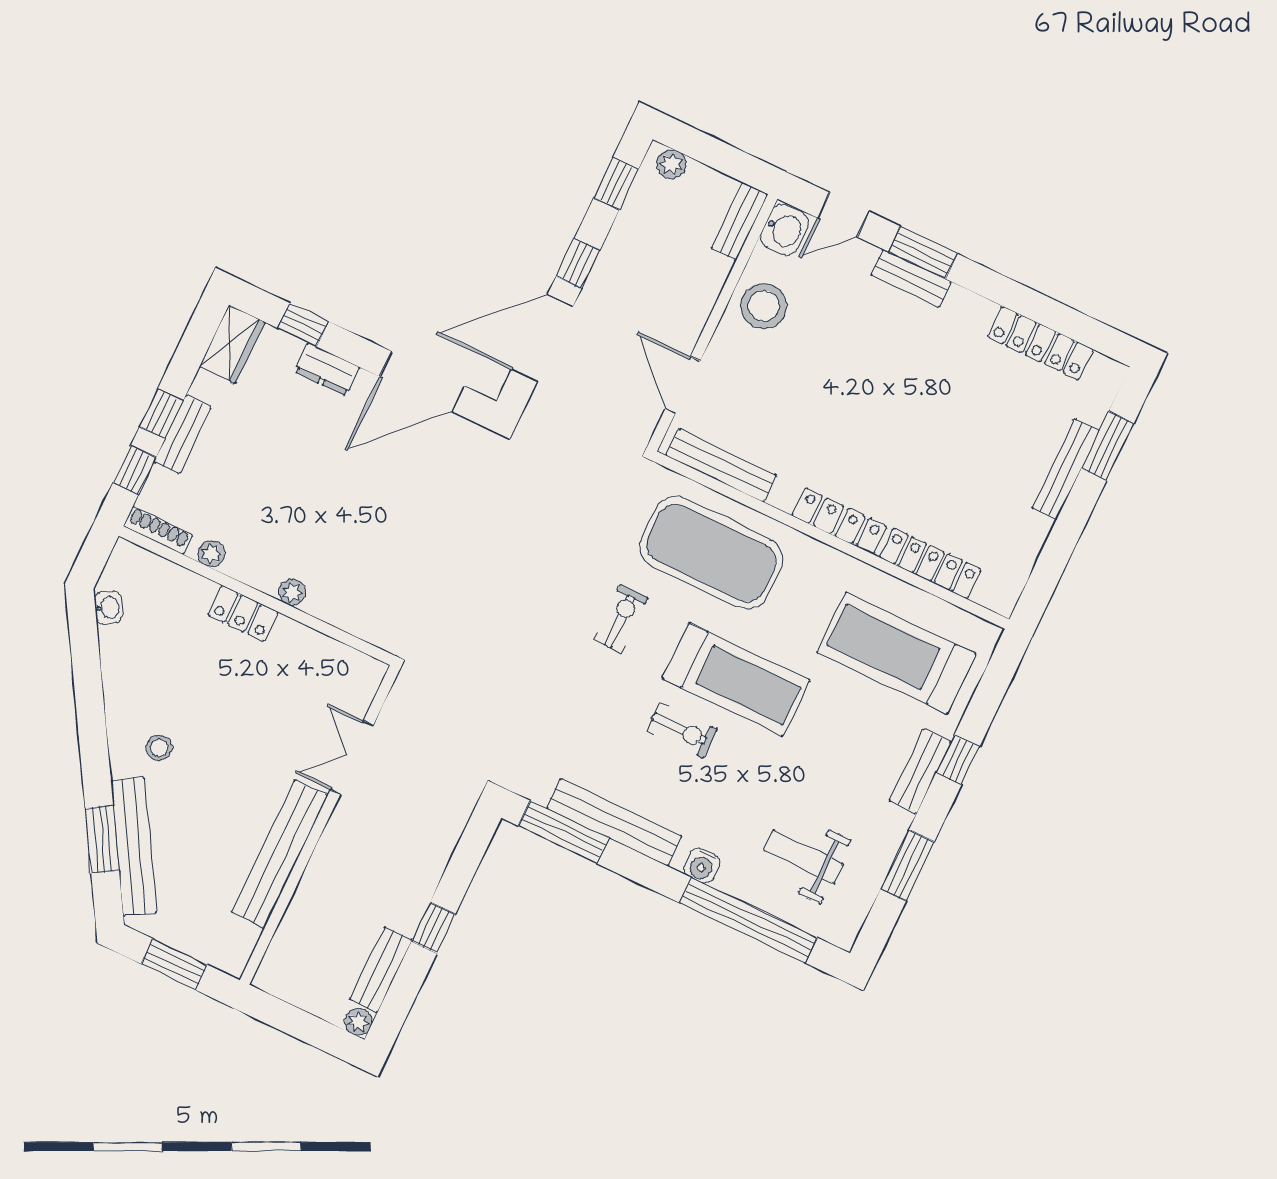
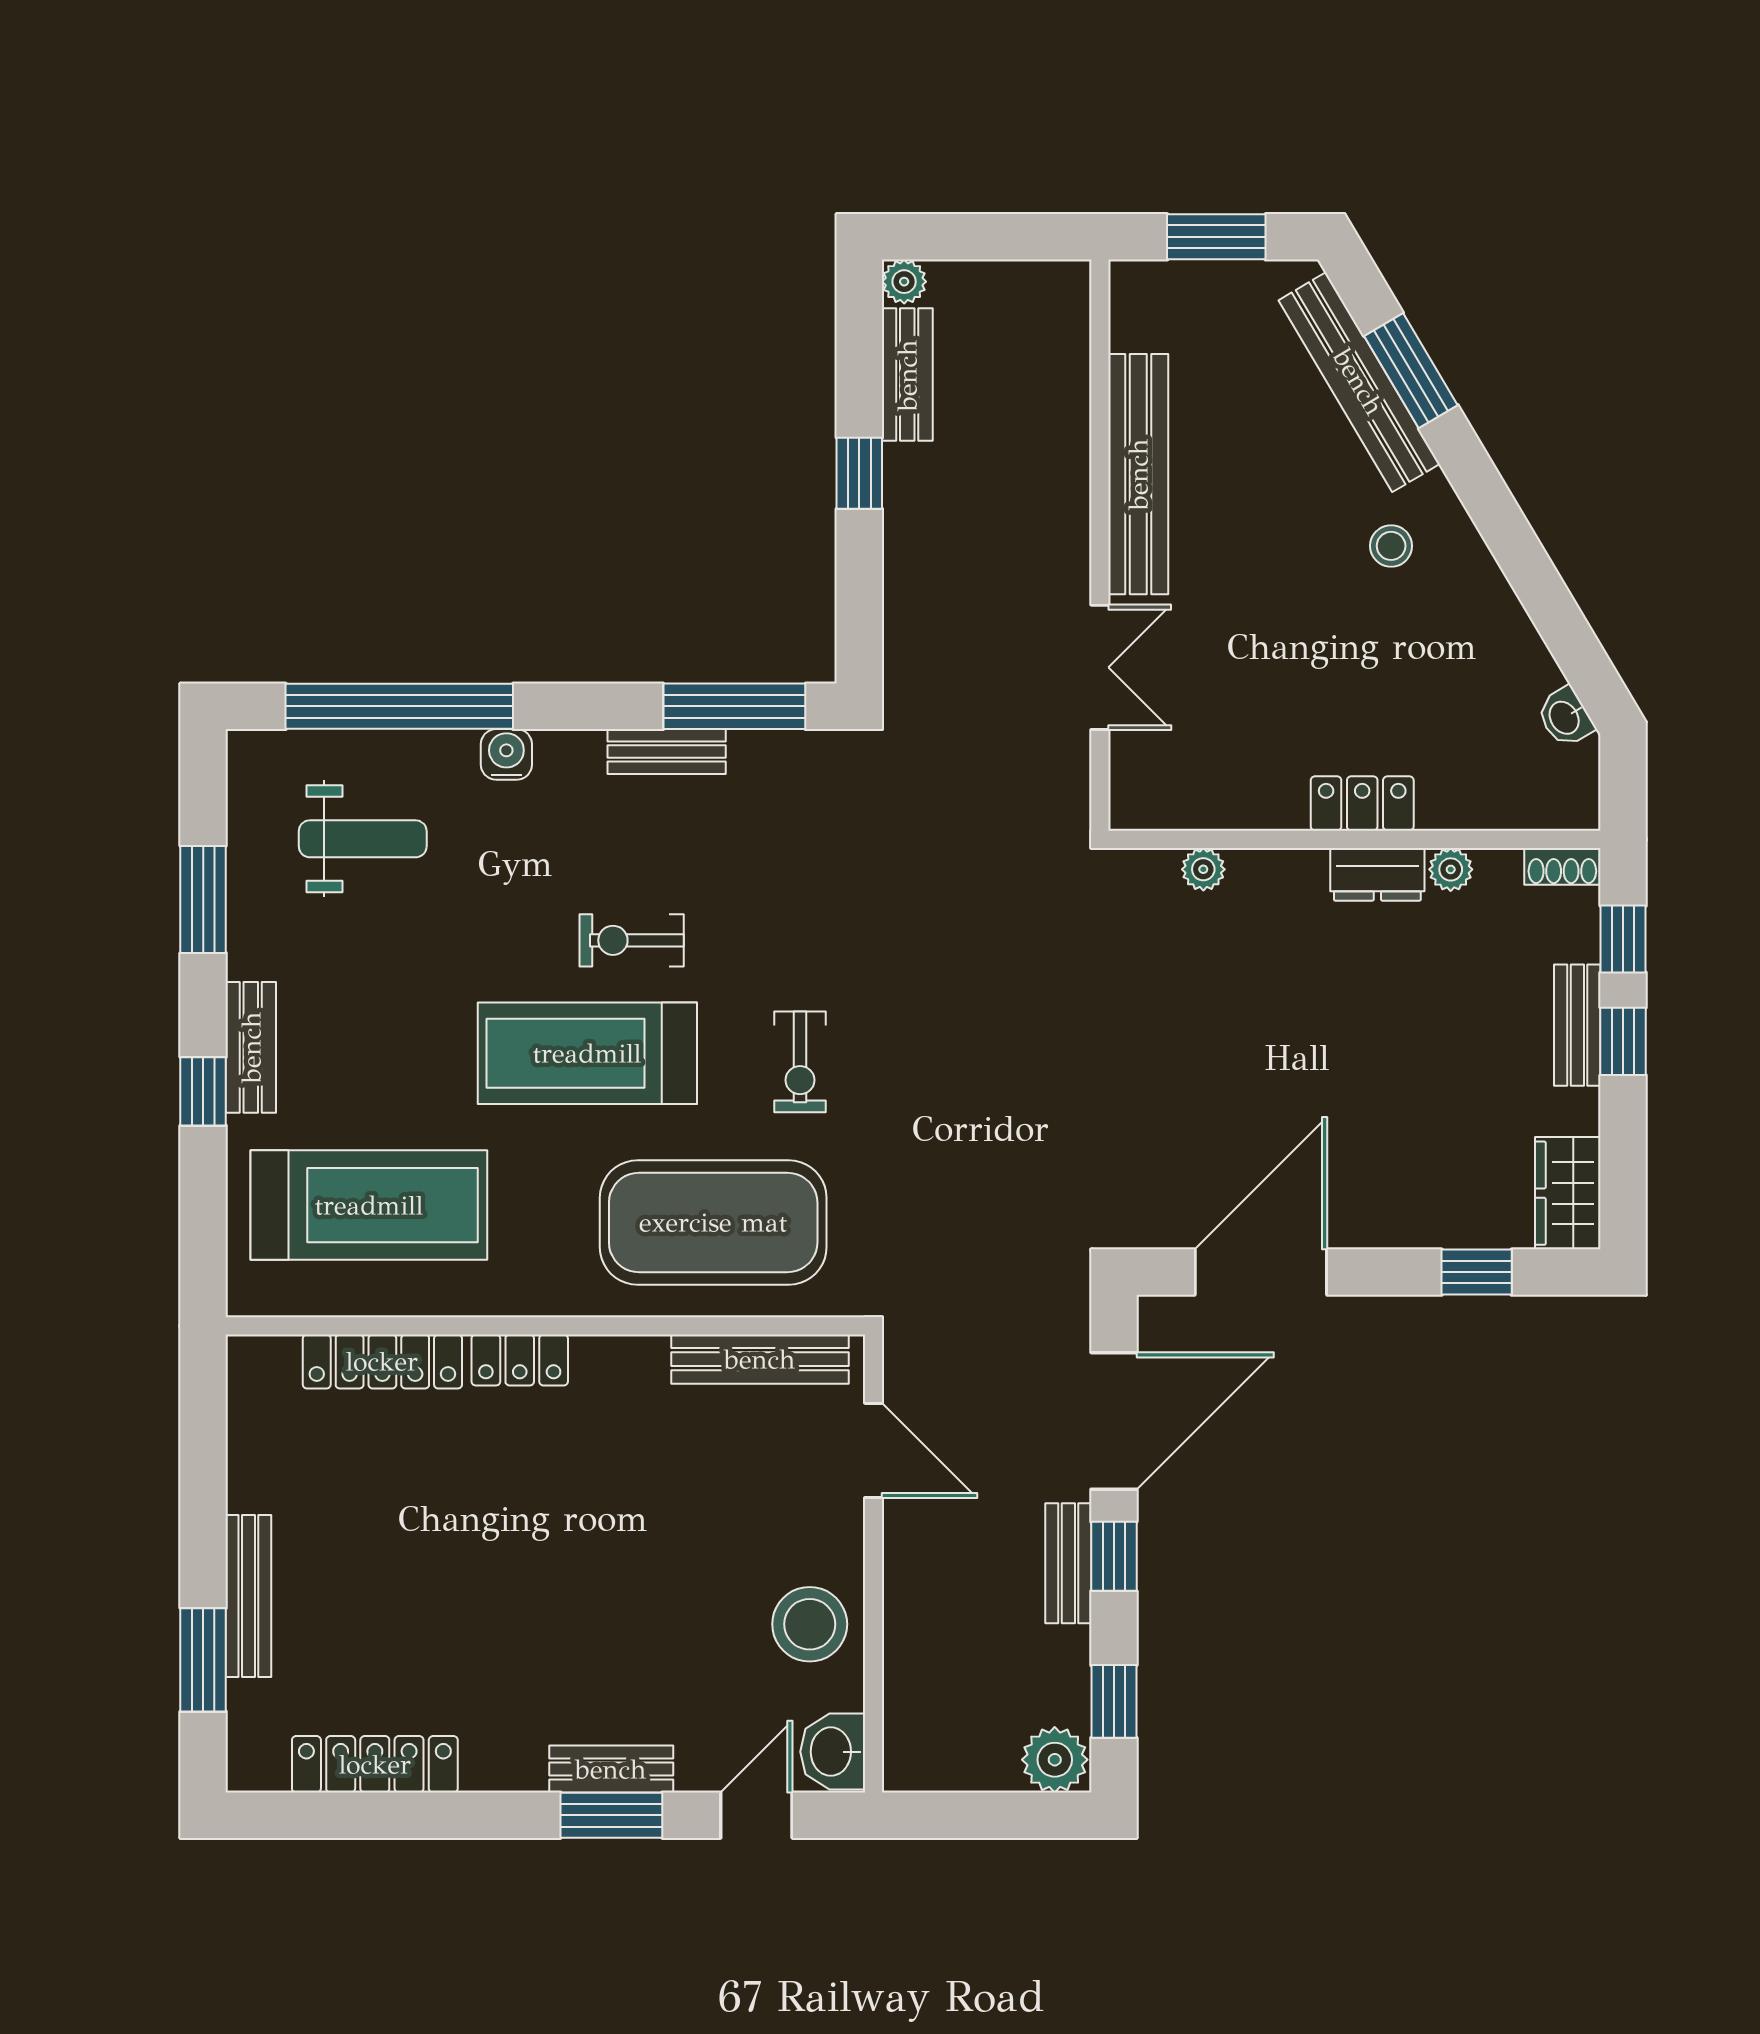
plant: (671, 164) -> (1055, 1760), width x1.38, depth x1.38
bench: (740, 221) -> (1068, 1563), moved
dresser: (327, 370) -> (1377, 874), moved, turned 180
locker: (839, 521) -> (520, 1360), width x0.66
shoe rack: (158, 530) -> (1562, 866), width x0.70
plant: (292, 592) -> (1203, 869), moved
bench: (614, 822) -> (667, 752), width x0.54, depth x0.82

